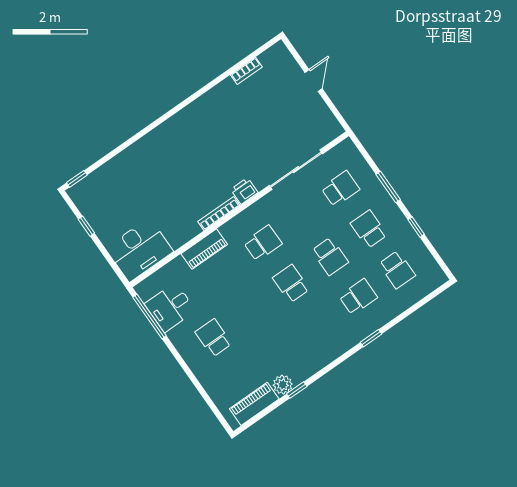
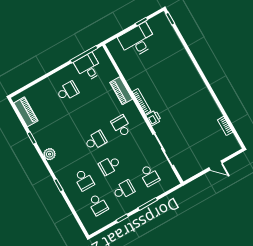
school desk: (263, 243) -> (121, 126), turned 180
desk: (139, 250) -> (138, 40), moved, turned 90
school desk: (397, 270) -> (98, 205), turned -90
plant: (283, 385) -> (50, 154), moved

